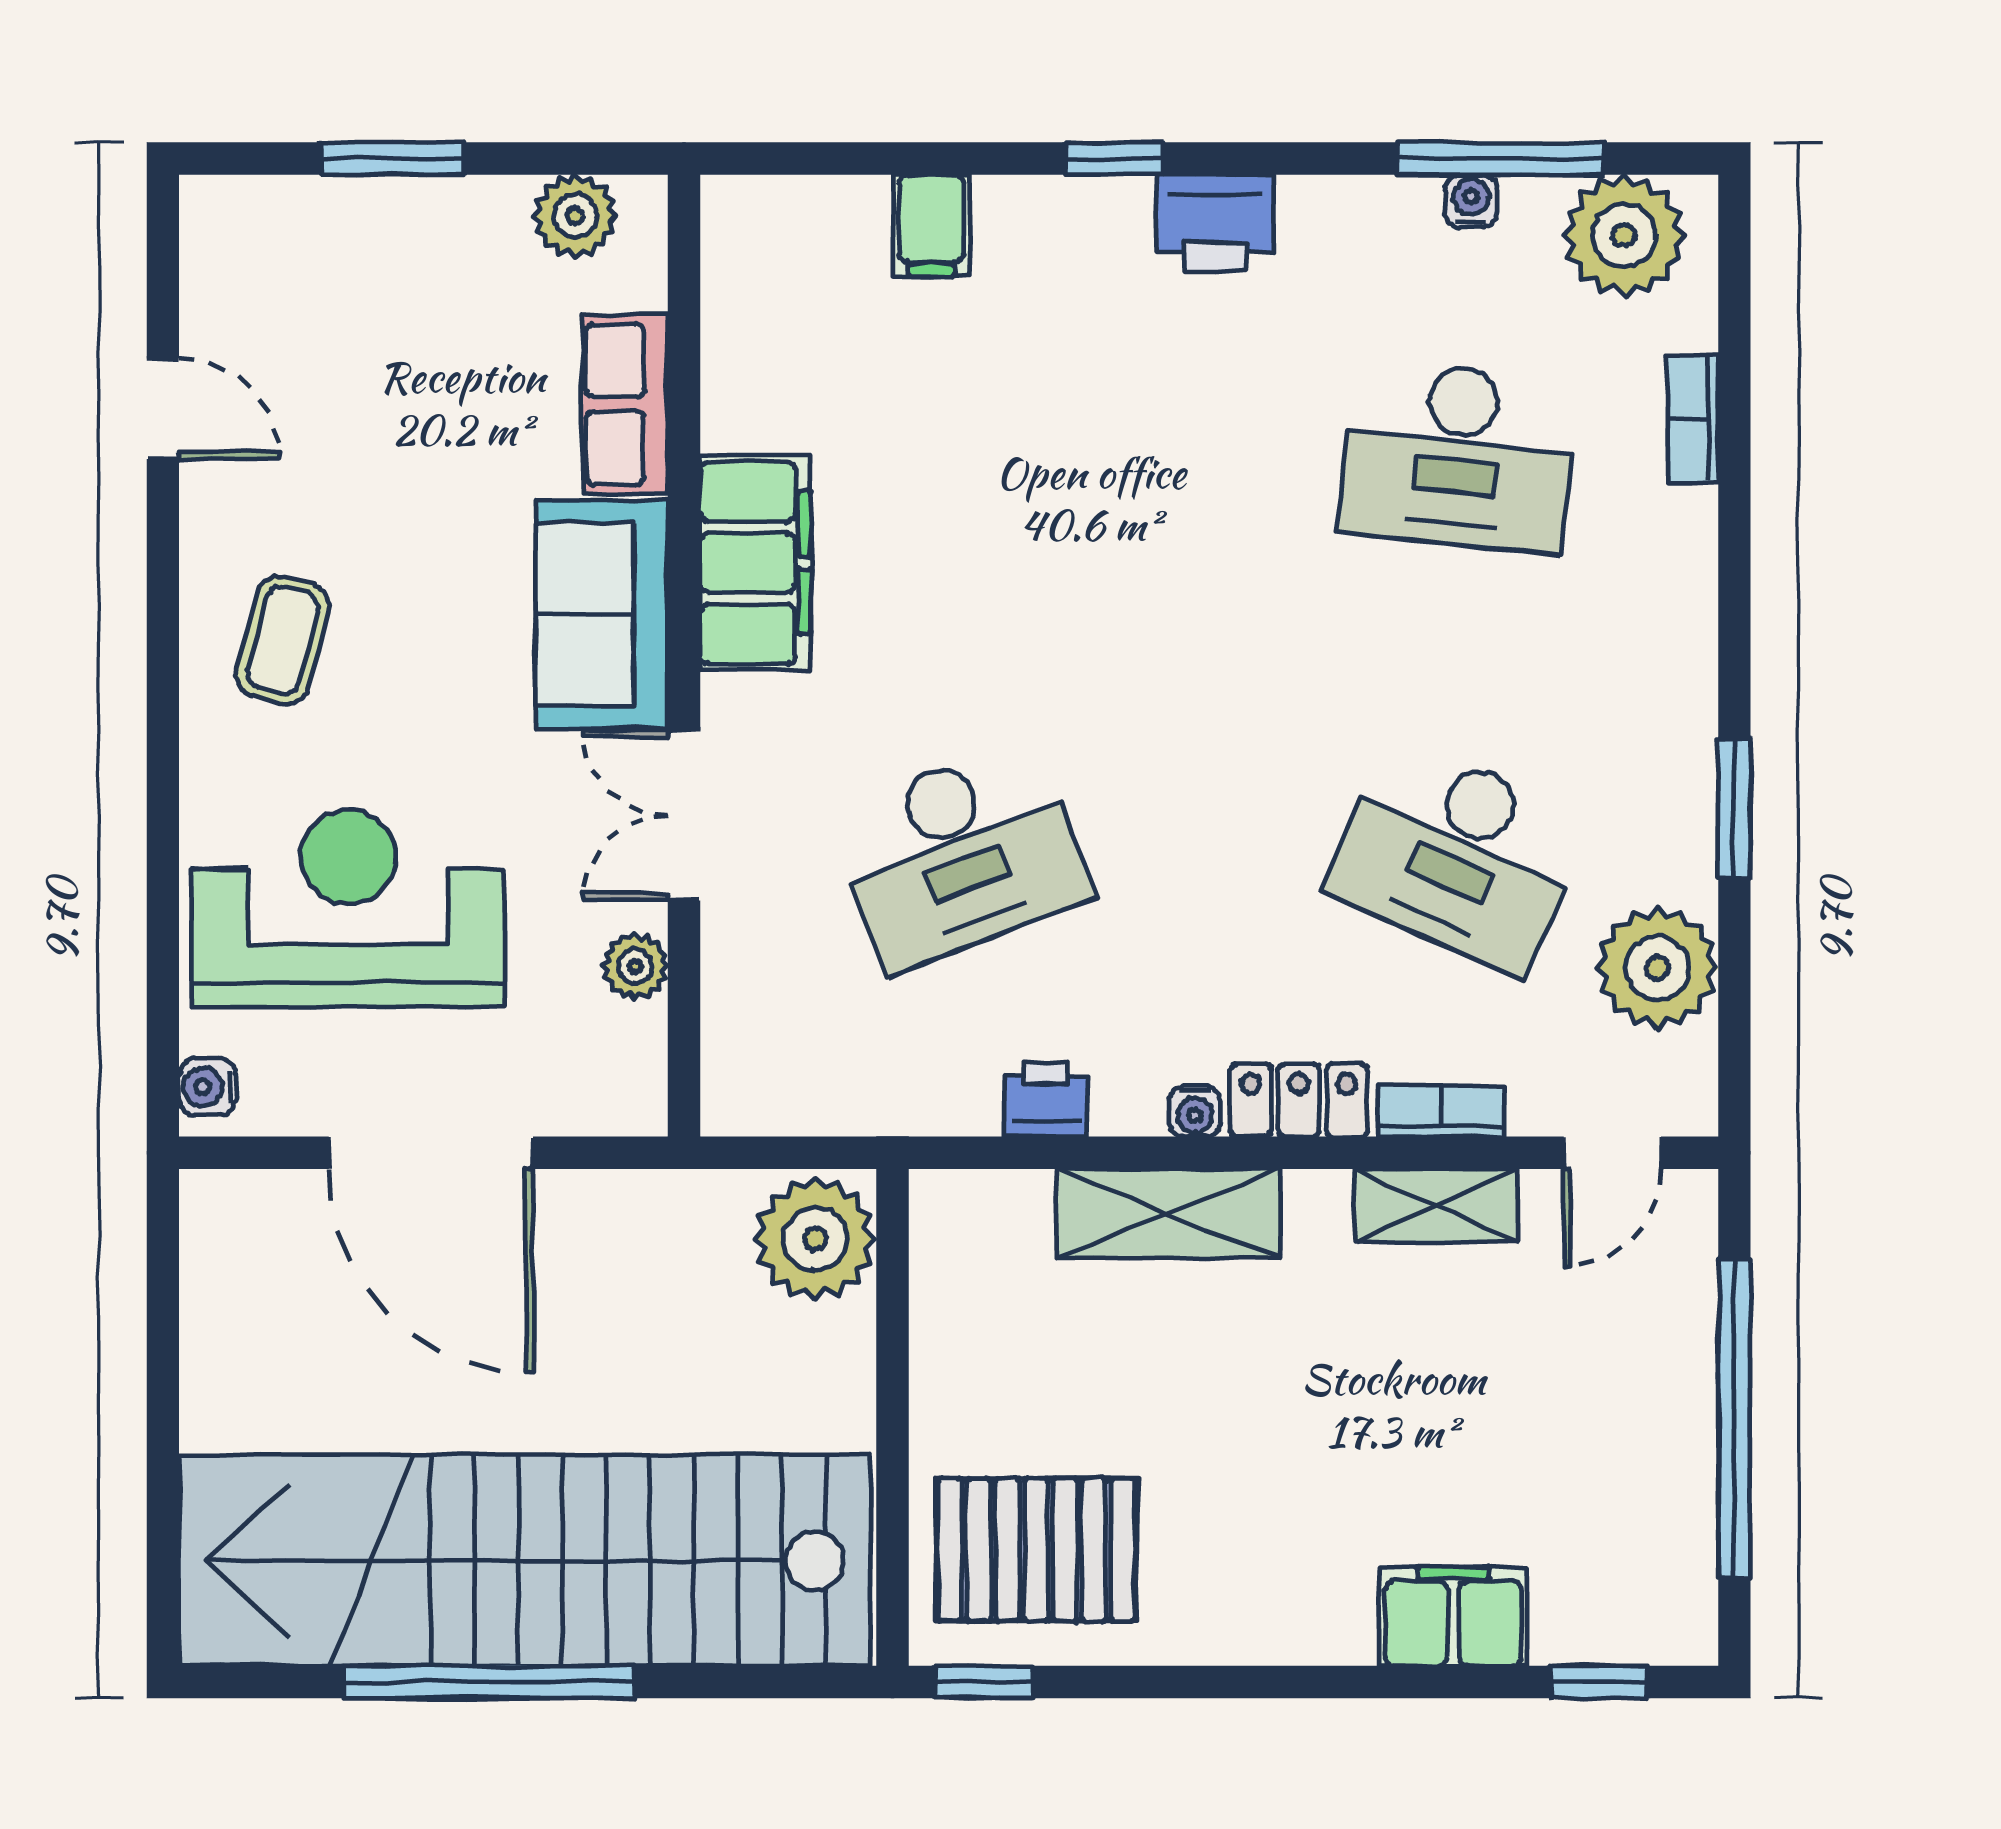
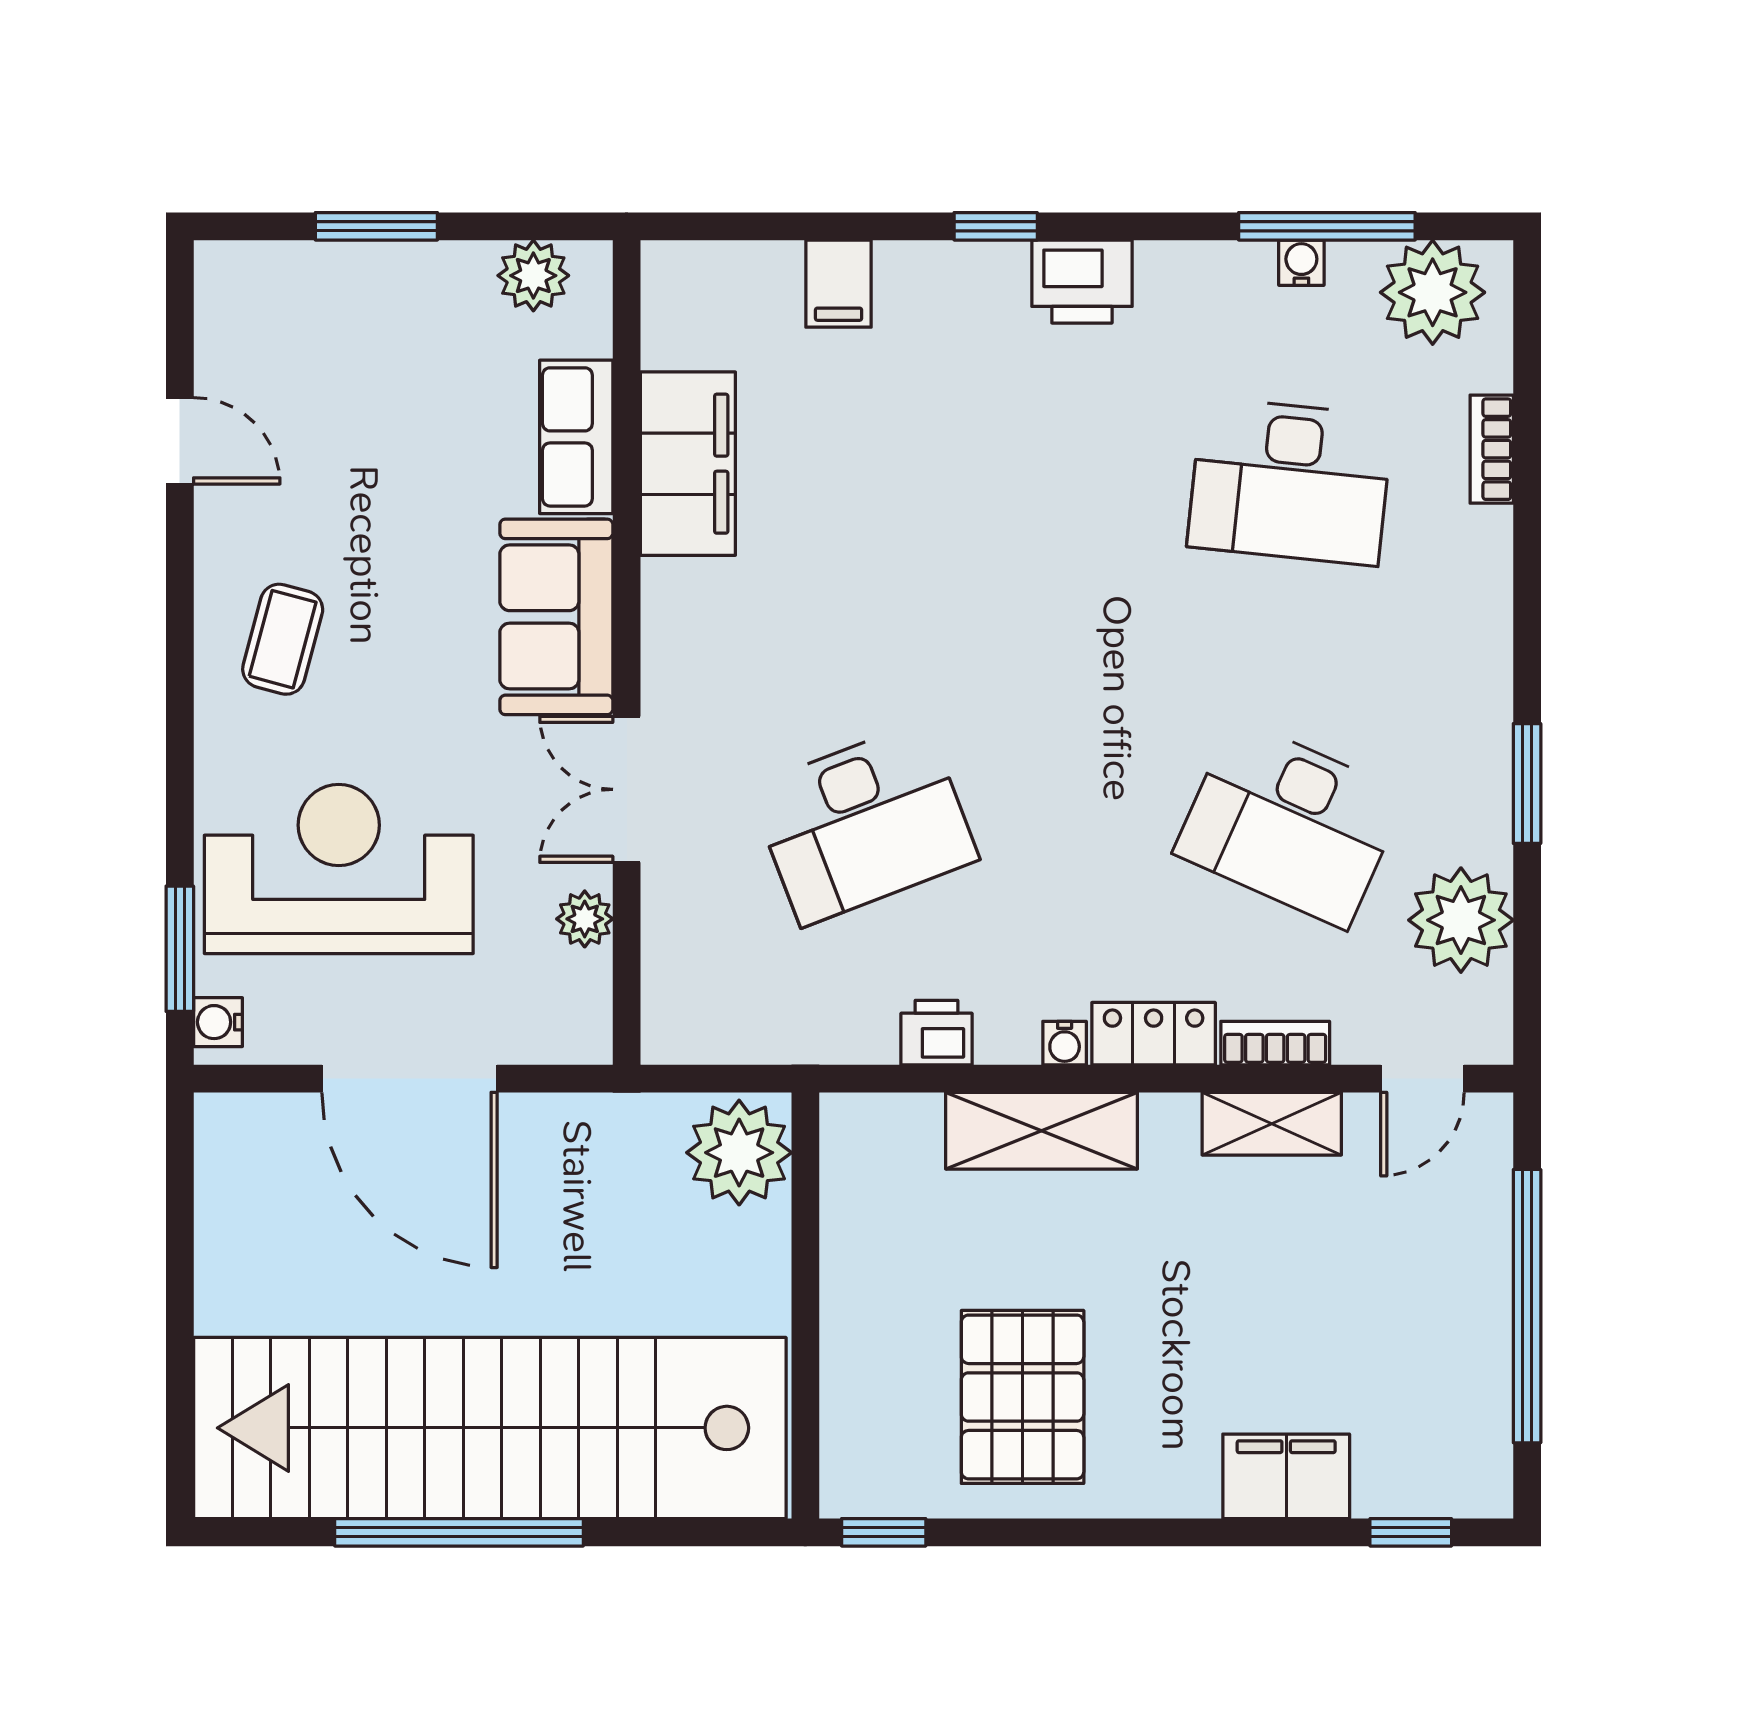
filing cabinet: (756, 563) -> (688, 464), moved
window: (163, 1001) -> (180, 949), added
pallet: (1036, 1550) -> (1023, 1397), moved, turned 90

